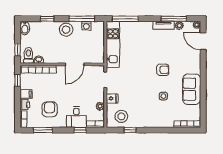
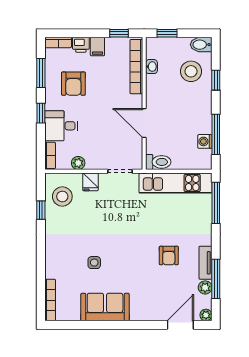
stool: (66, 30) -> (191, 71), moved
toilet: (28, 55) -> (158, 162), moved
armchair: (163, 70) -> (169, 256), moved
armchair: (50, 109) -> (73, 84), turned 90
window: (80, 130) -> (41, 113), moved

